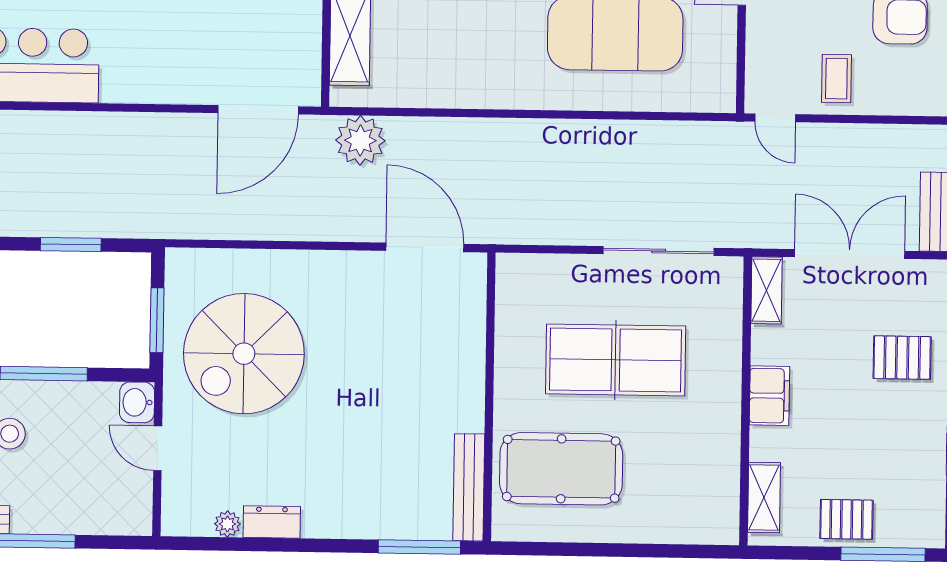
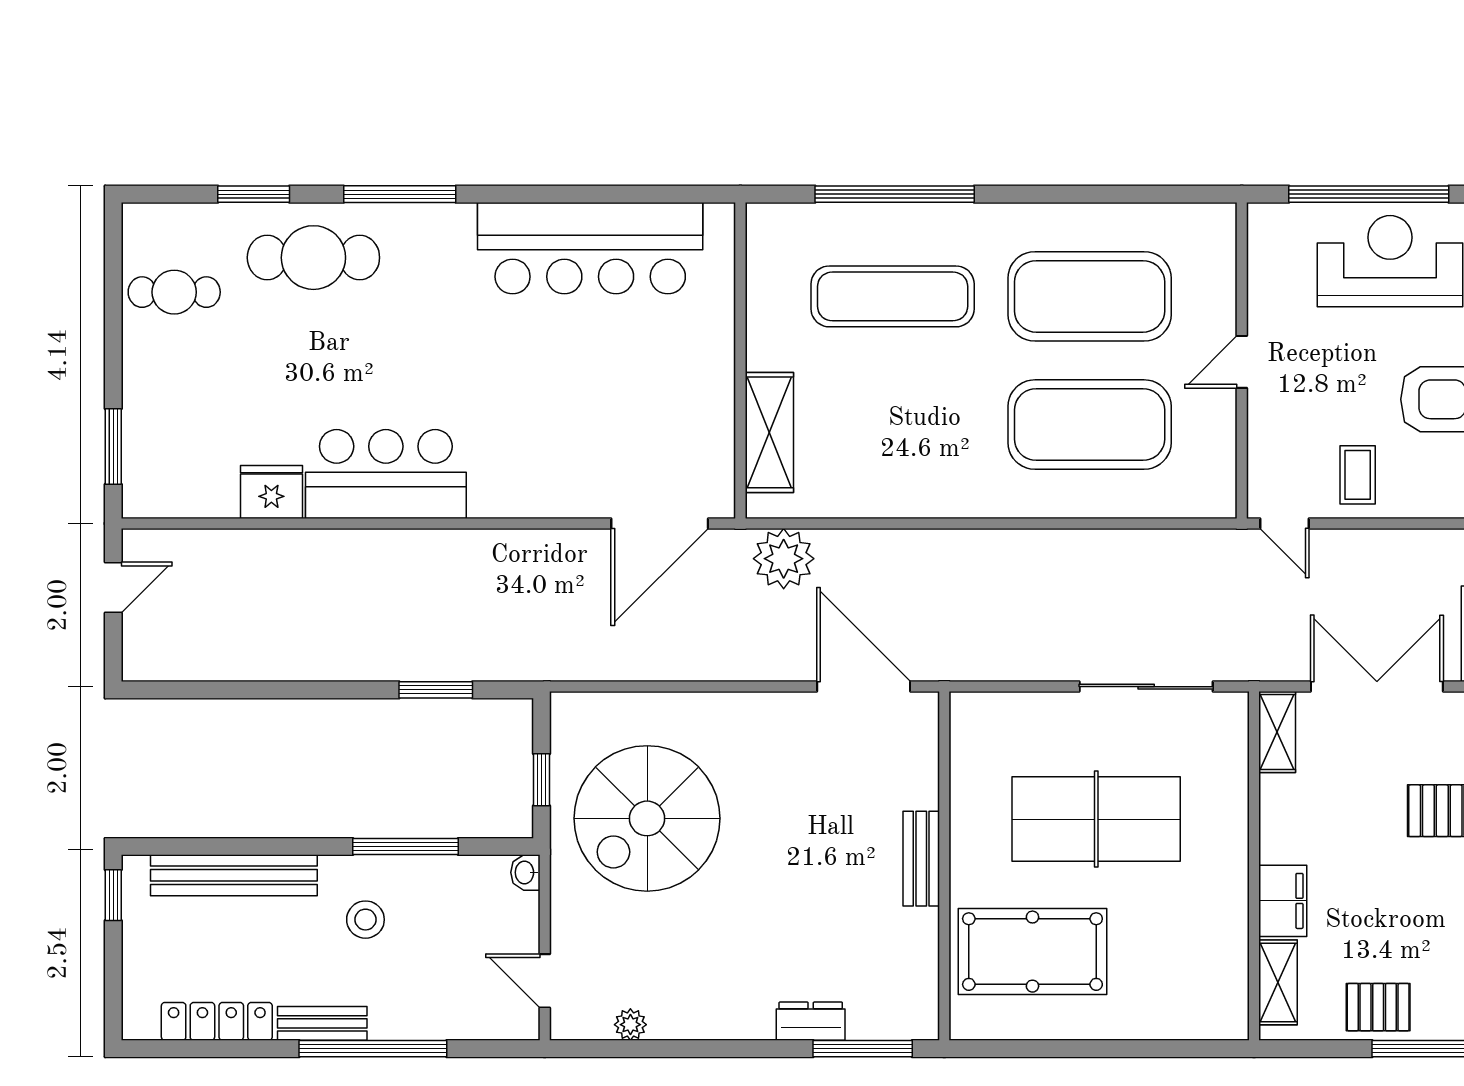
window: (157, 320) -> (541, 780), width x0.67
filing cabinet: (769, 396) -> (1283, 901), moved
washbasin: (137, 402) -> (525, 872), width x0.72, depth x0.69
door: (158, 448) -> (545, 981), moved
bench: (469, 487) -> (921, 859), moved, width x0.73
dresser: (272, 522) -> (811, 1021), moved

